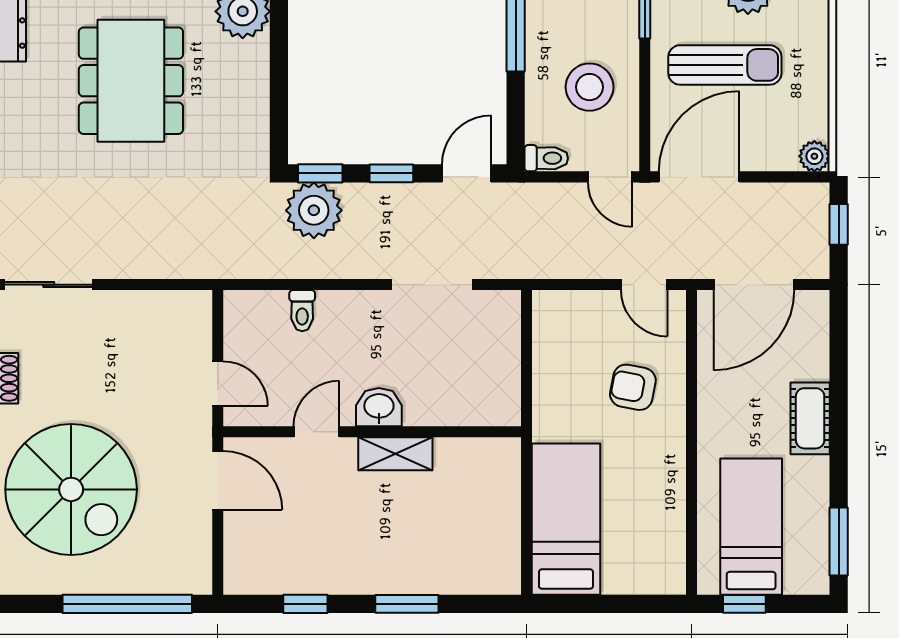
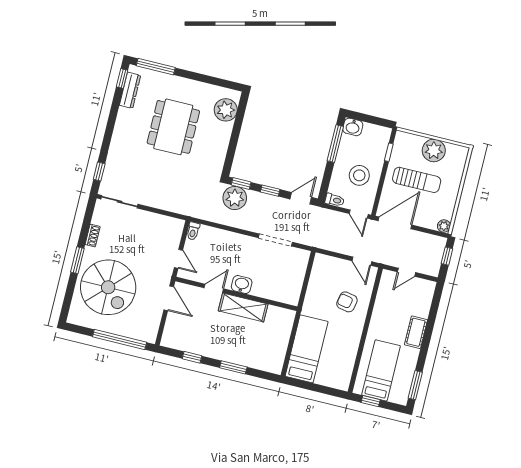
door: (754, 285) -> (406, 272), width x0.53
toilet: (302, 311) -> (193, 231), moved
shelving: (395, 454) -> (243, 307), width x1.50, depth x1.33

